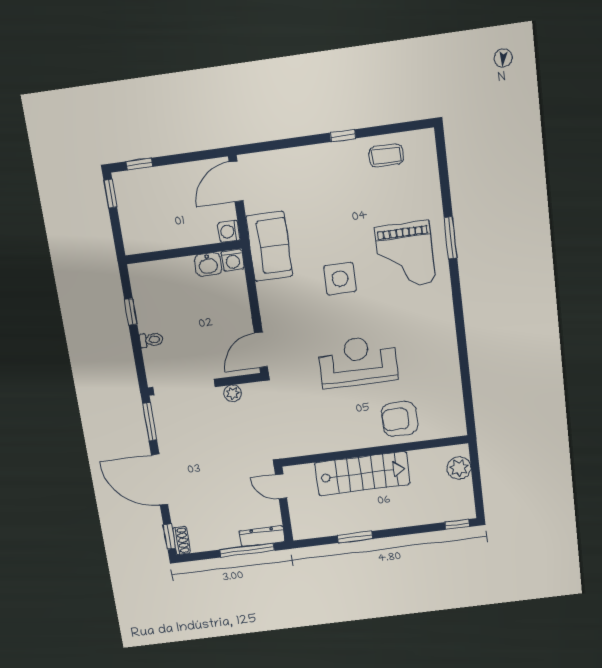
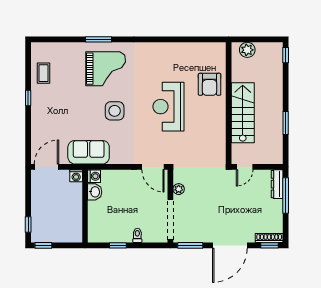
door: (236, 181) -> (47, 167), swing flipped
shoe rack: (181, 541) -> (269, 238), width x1.43

